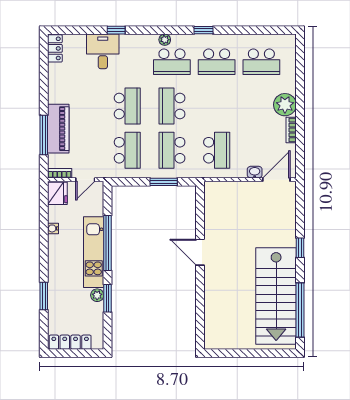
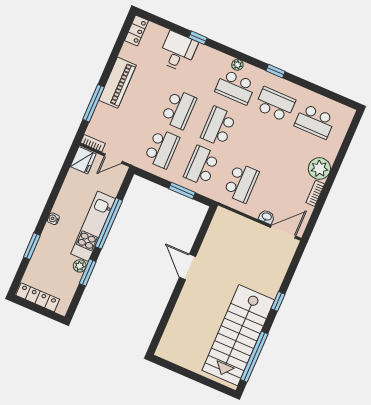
school desk: (217, 62) -> (275, 104), turned 180
piano: (58, 129) -> (118, 83), moved
water cooler: (53, 228) -> (53, 219), moved

